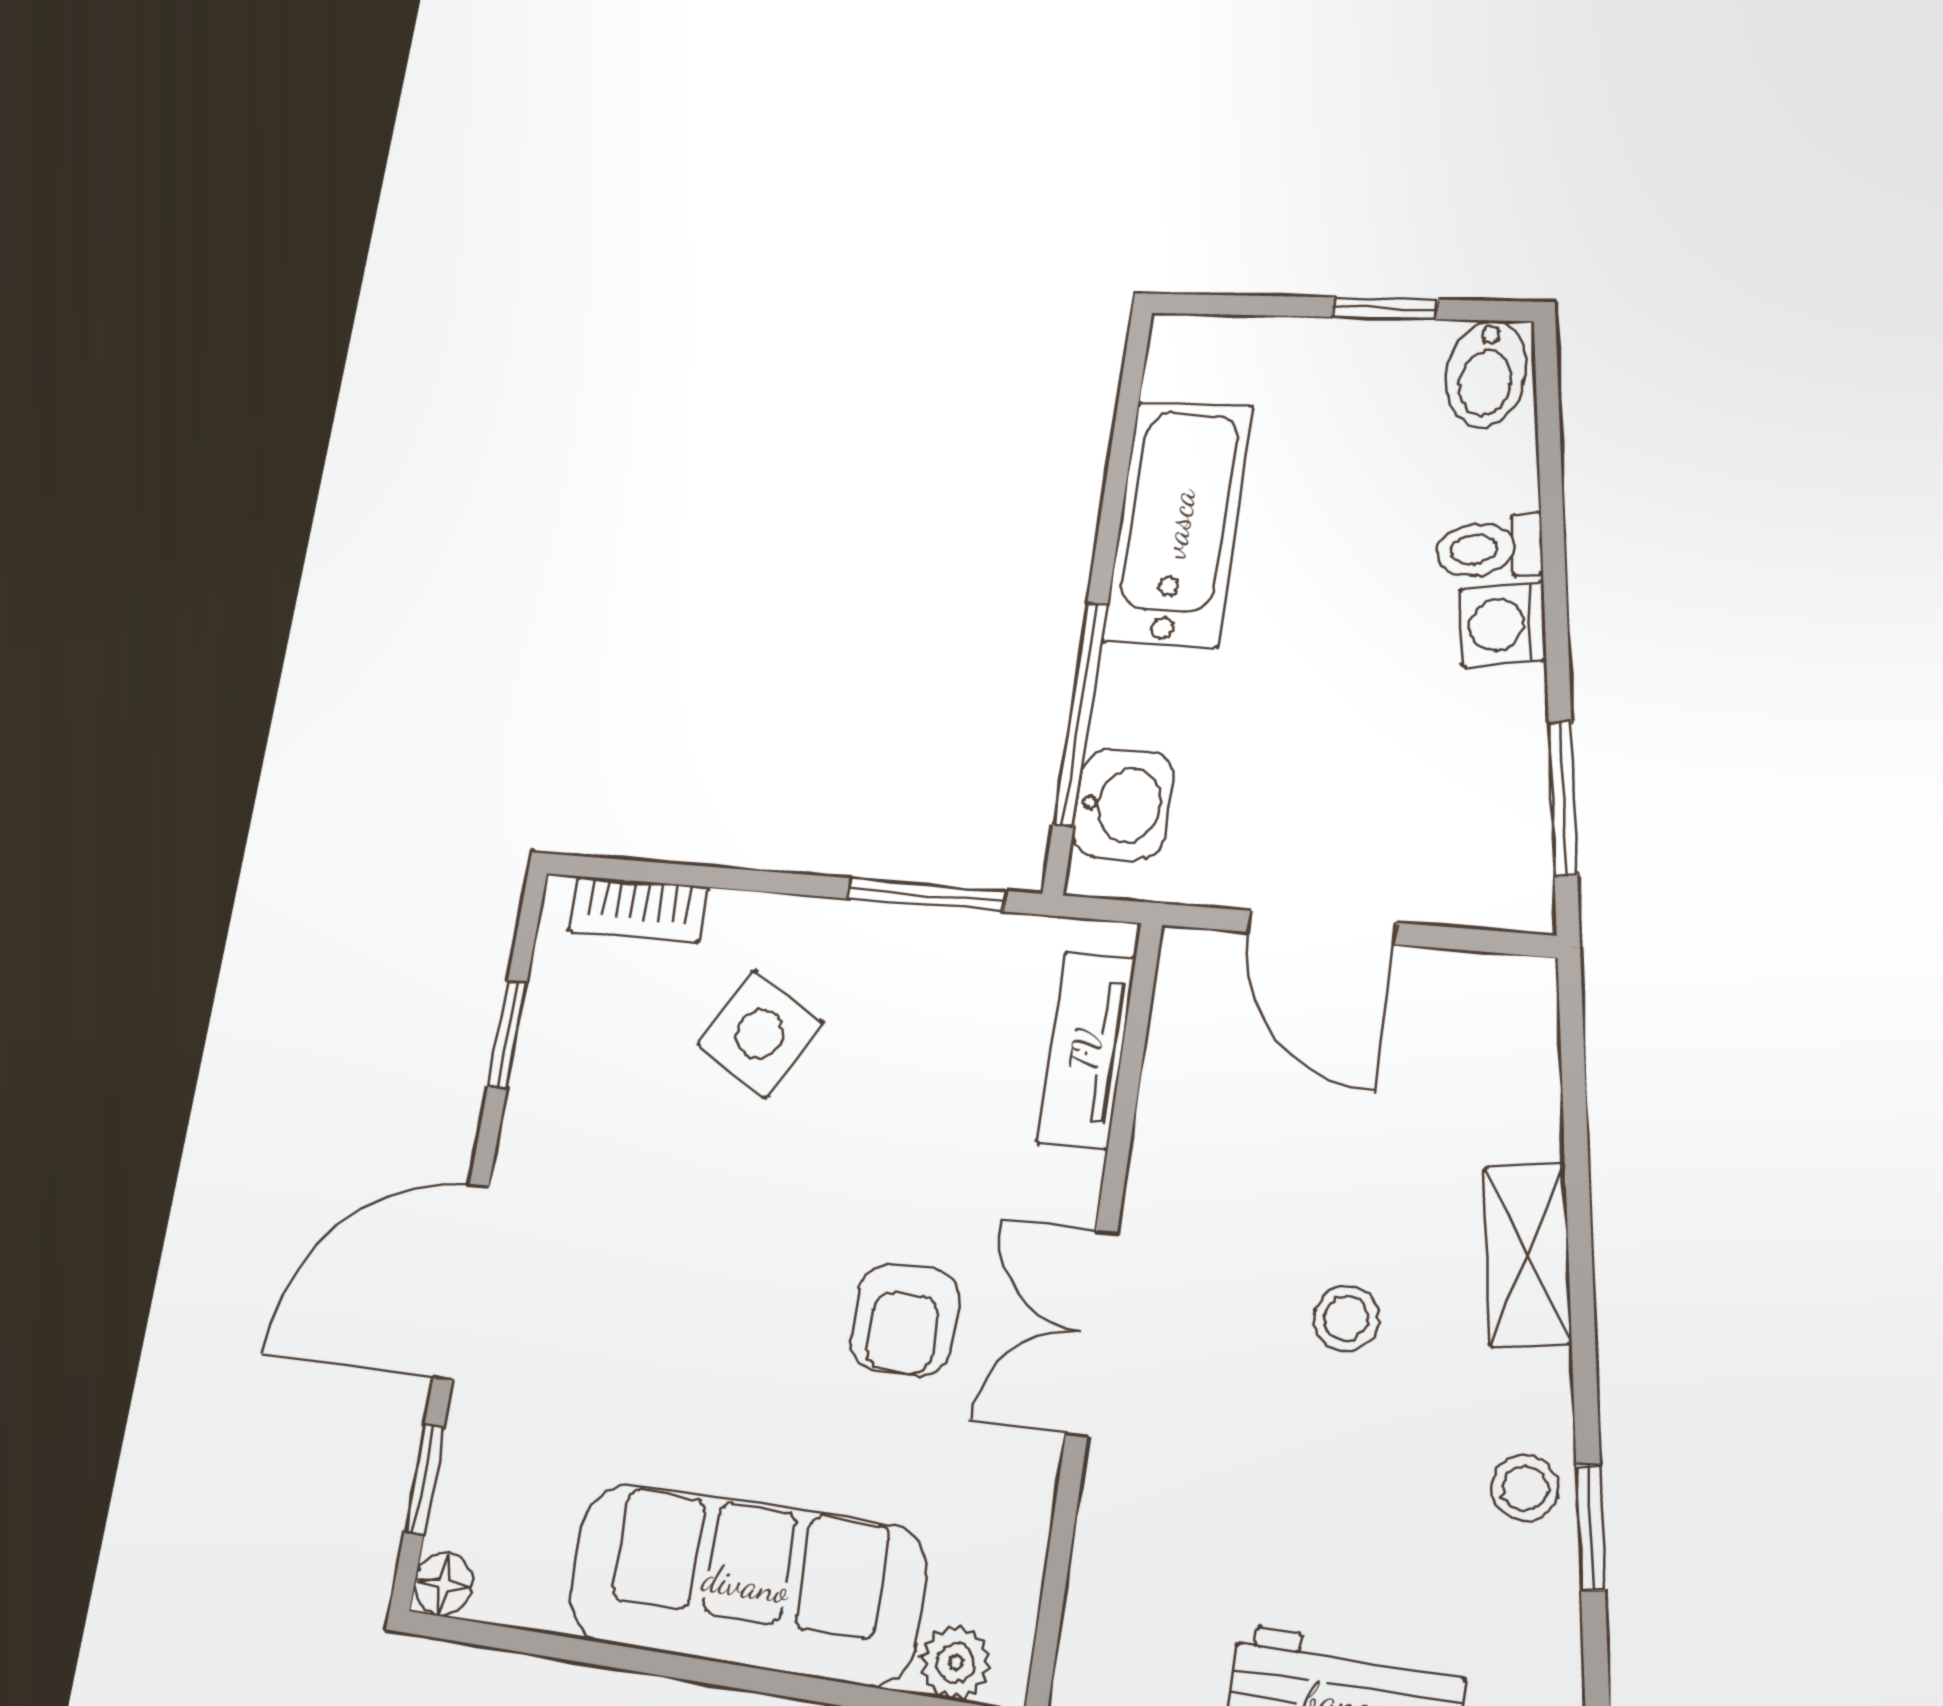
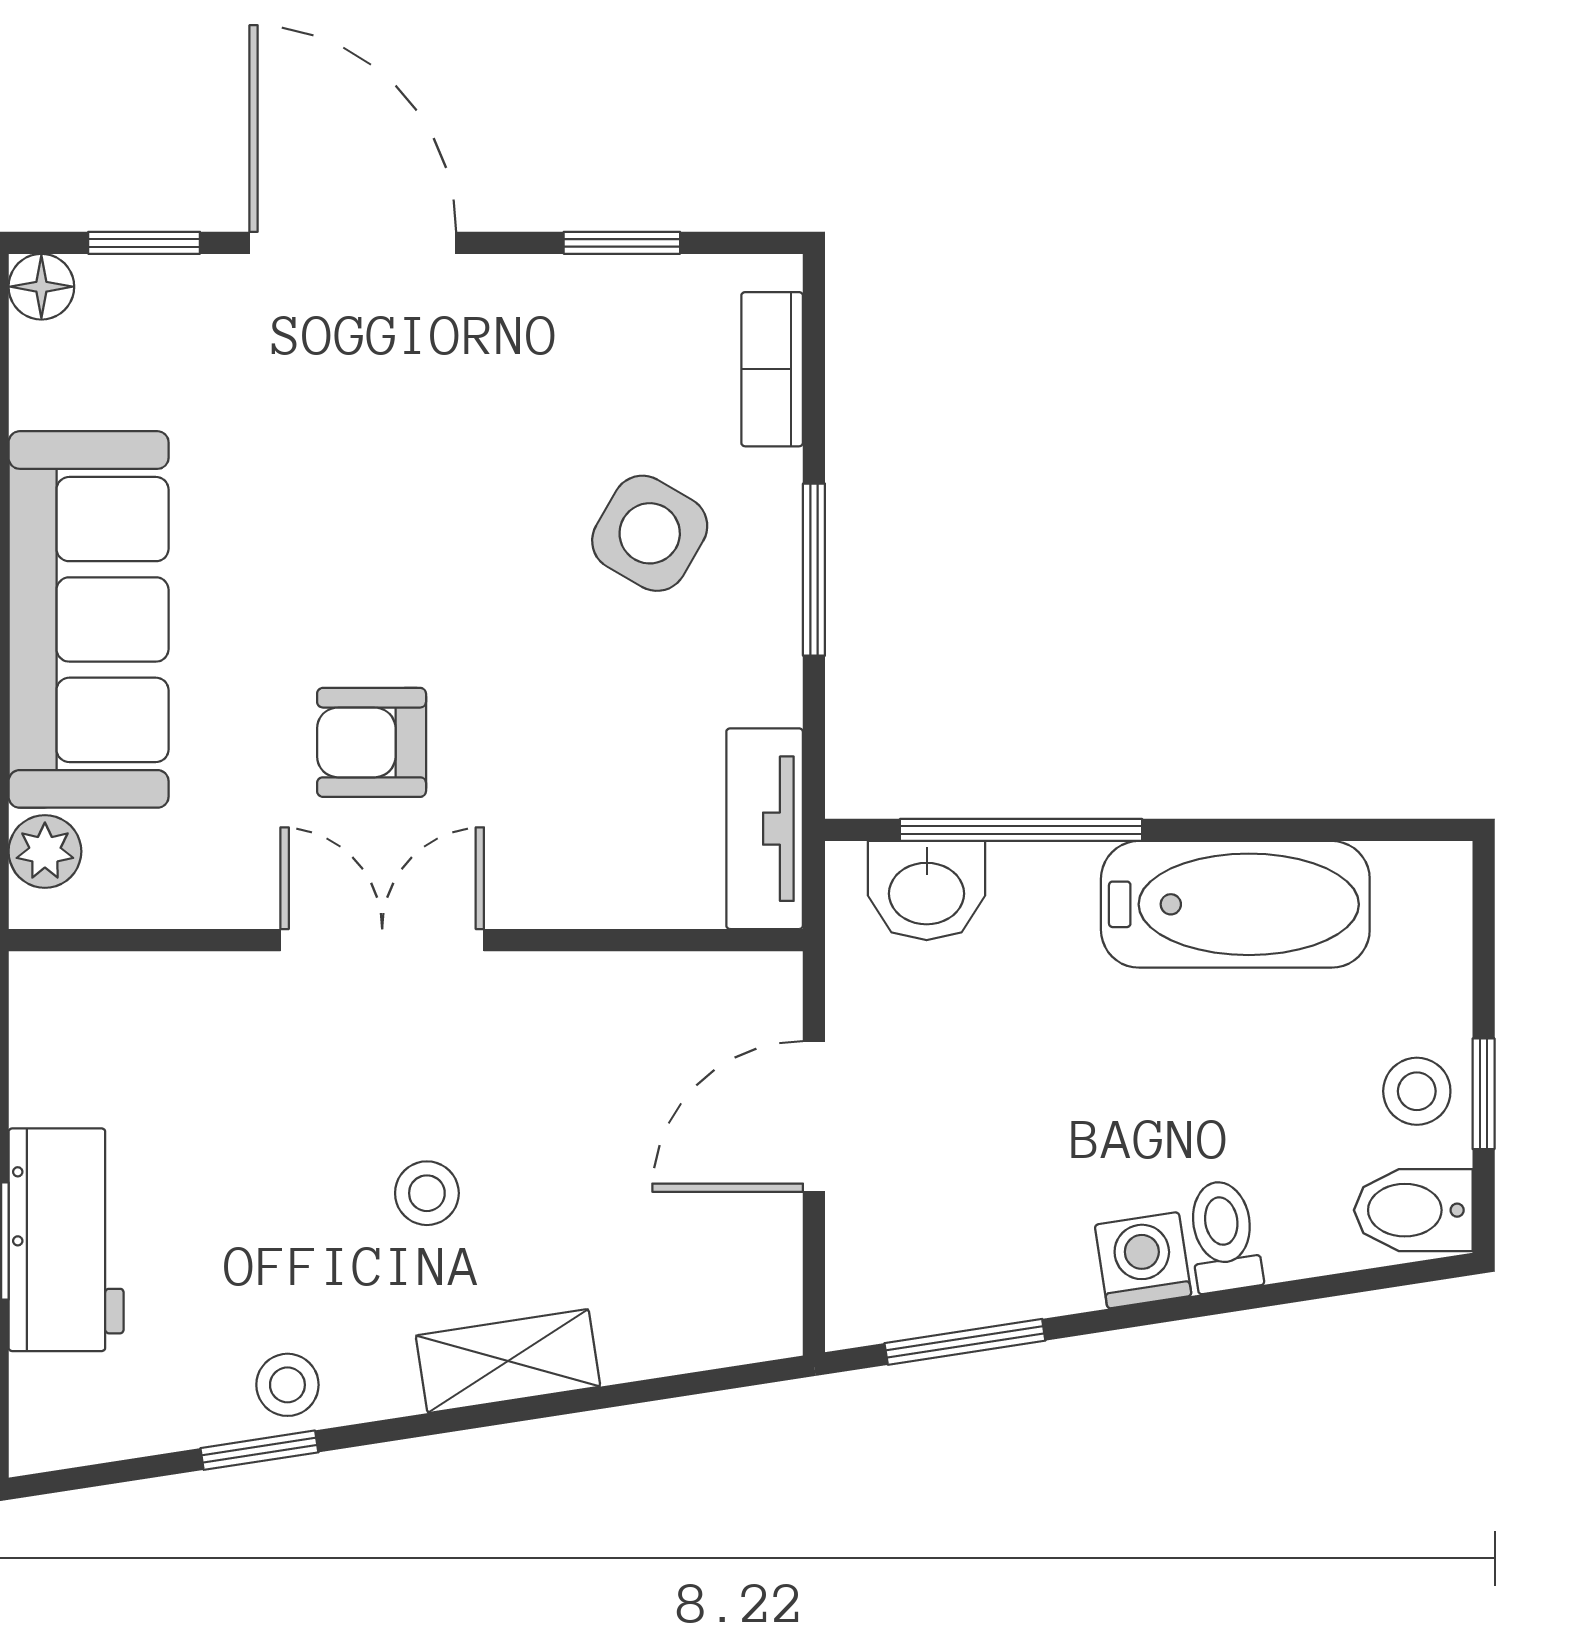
stool: (1374, 368) -> (1417, 1091), added
window: (927, 895) -> (814, 570), moved
tv unit: (1086, 1050) -> (765, 829), moved, turned -90

